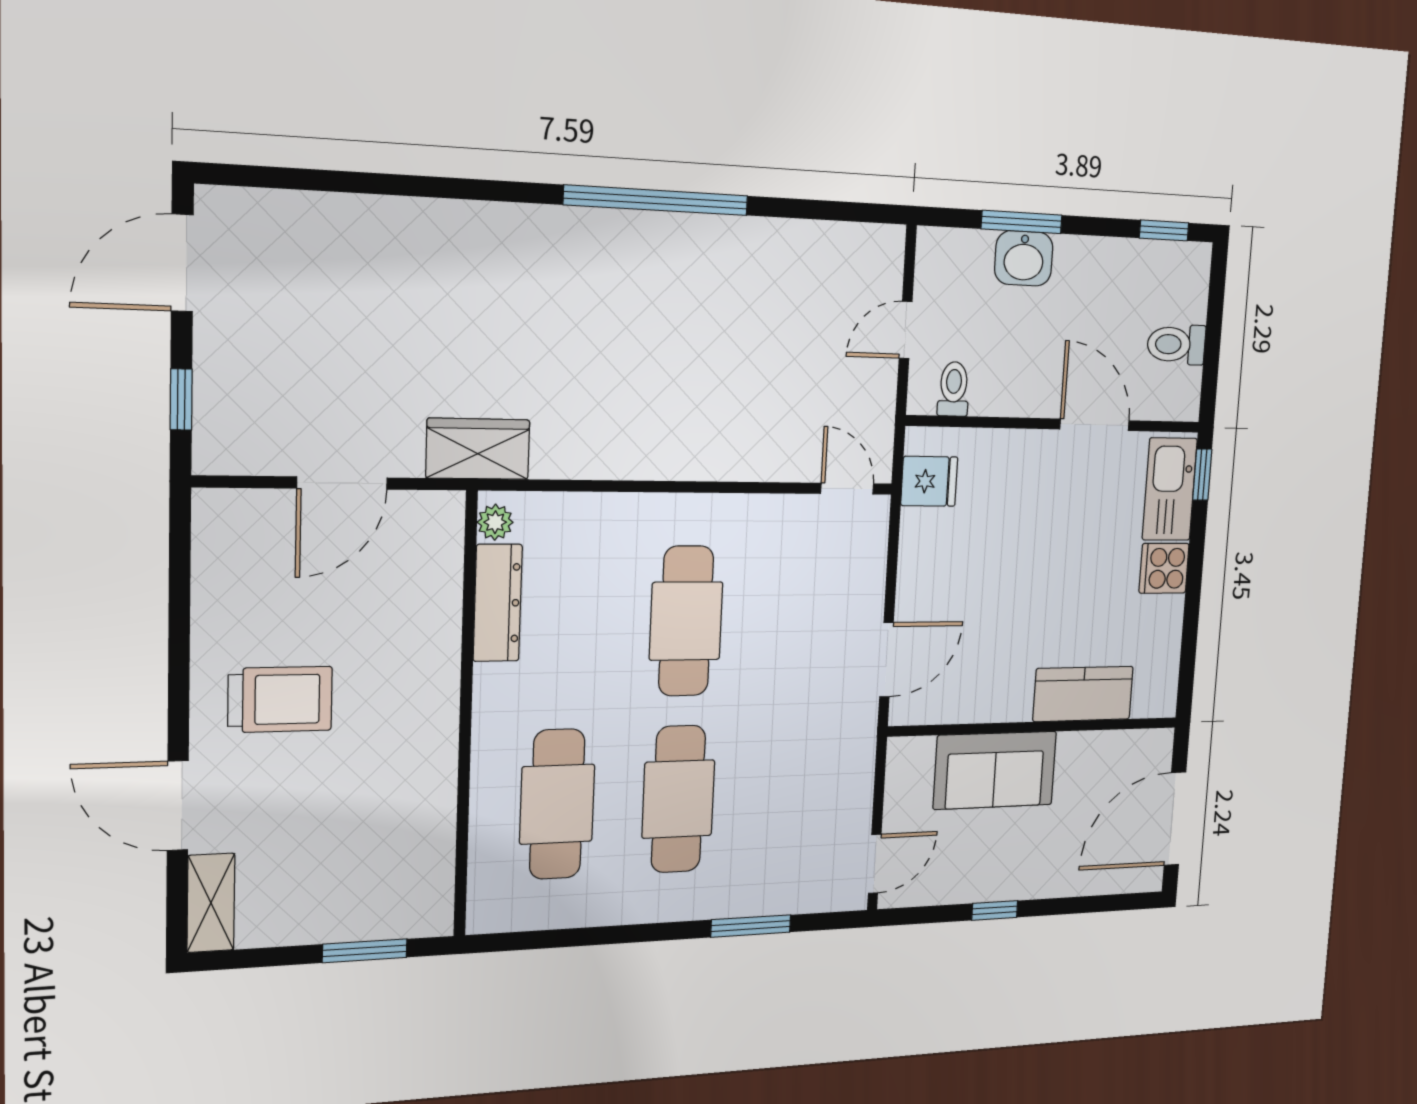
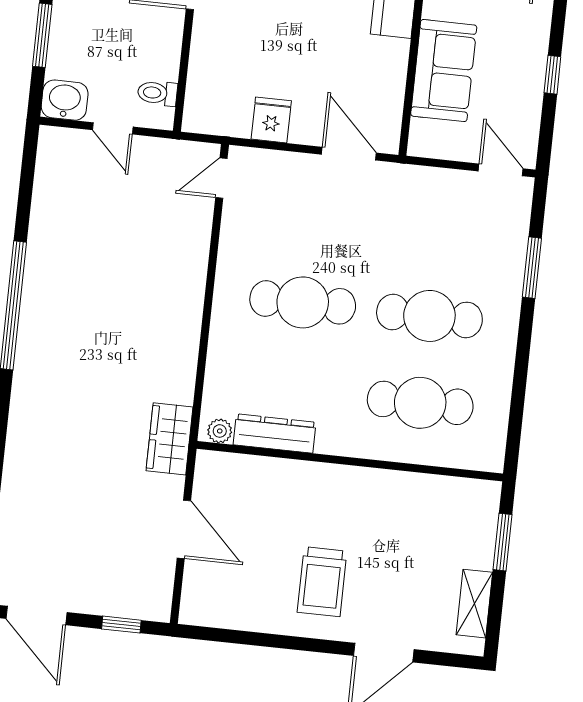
washbasin: (1024, 258) -> (65, 100), moved, turned -90
fridge: (929, 481) -> (271, 120), moved
trolley: (280, 699) -> (322, 582), turned 180
shelving: (211, 903) -> (474, 604), moved, turned 90

